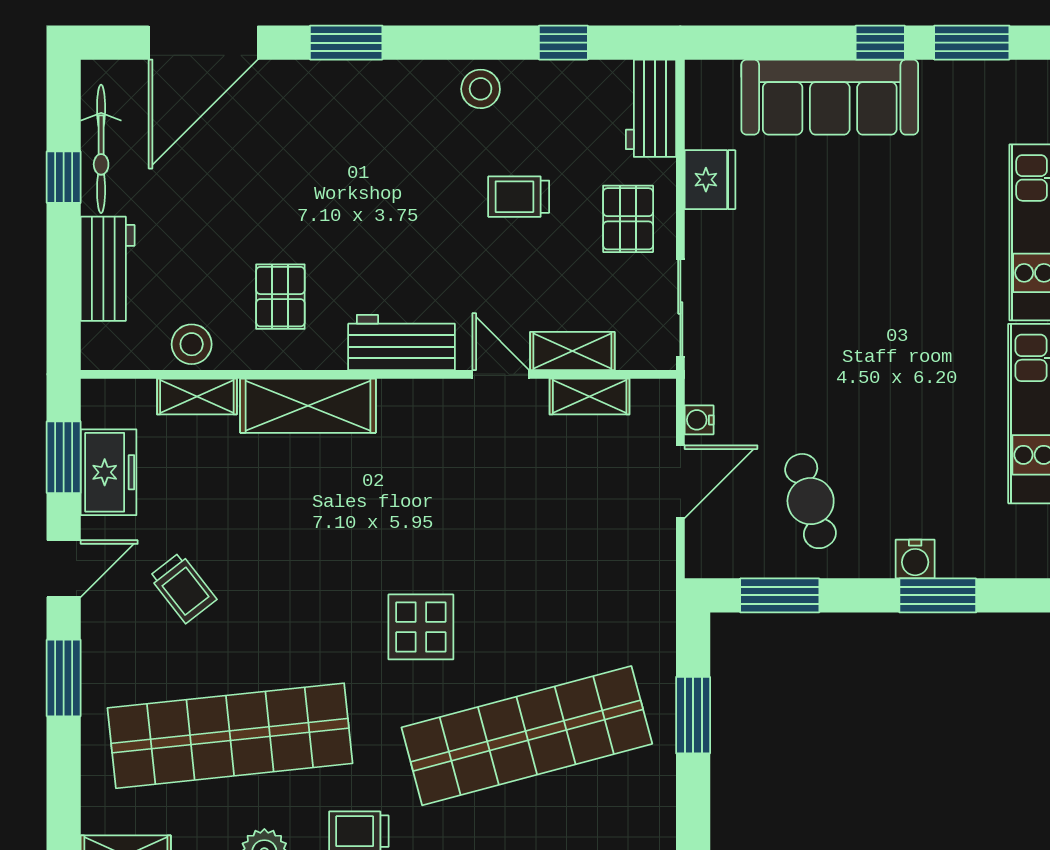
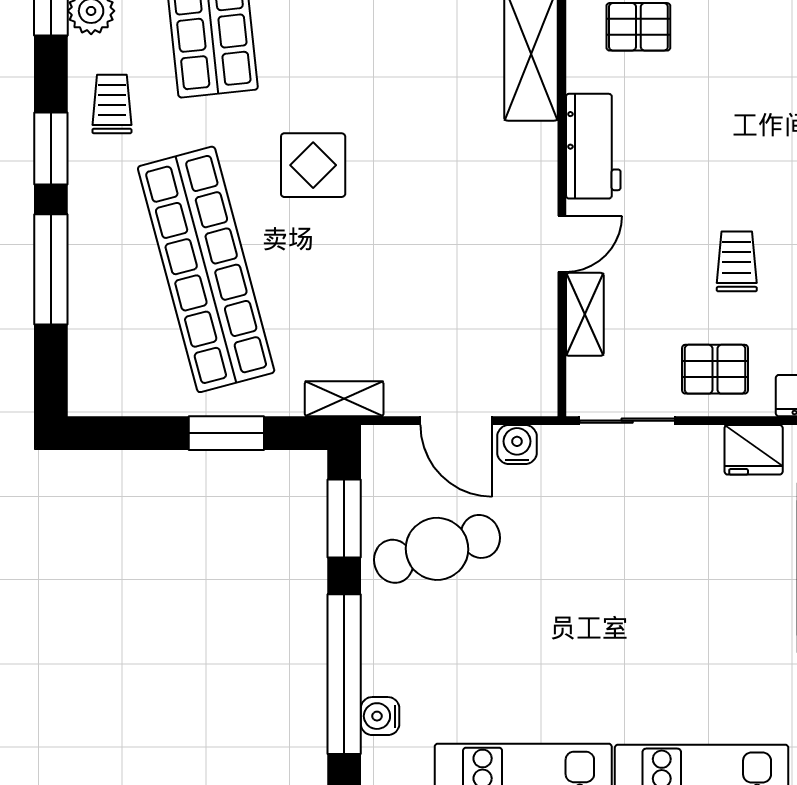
shelving: (590, 396) -> (344, 399), moved, turned 90
water cooler: (699, 420) -> (517, 445), width x1.38, depth x1.38
cafe table: (811, 501) -> (437, 549), width x1.37, depth x1.35
water cooler: (915, 559) -> (380, 716), moved
window: (938, 595) -> (344, 674), width x2.11

